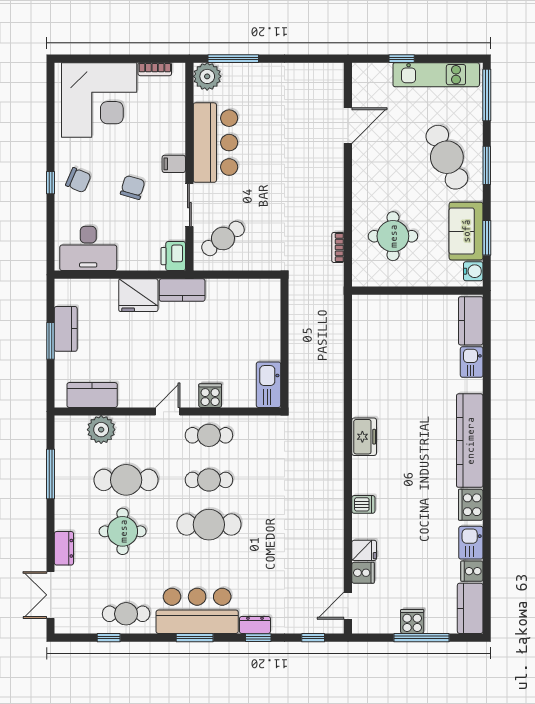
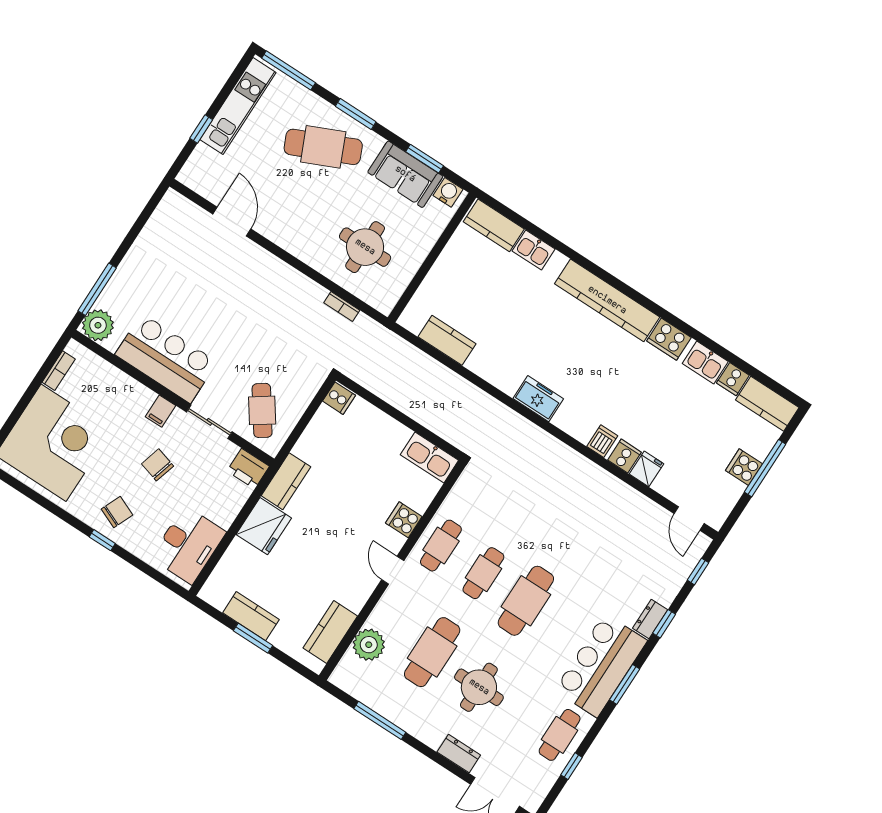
cooker: (269, 289) -> (339, 398), added
kitchen counter: (363, 341) -> (447, 340), added
cooker: (363, 573) -> (625, 456), moved

